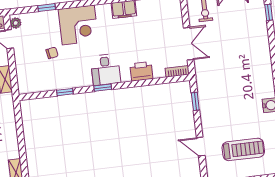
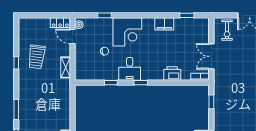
double door: (189, 44) -> (211, 56), swing flipped
desk: (105, 70) -> (130, 69), moved

